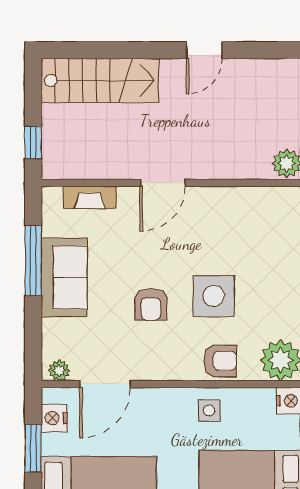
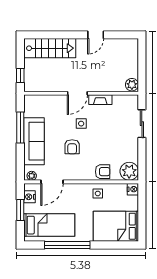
fireplace: (90, 197) -> (100, 100), moved
sofa: (64, 277) -> (34, 141), width x1.36
side table: (214, 296) -> (81, 124), moved, width x0.54, depth x0.54

